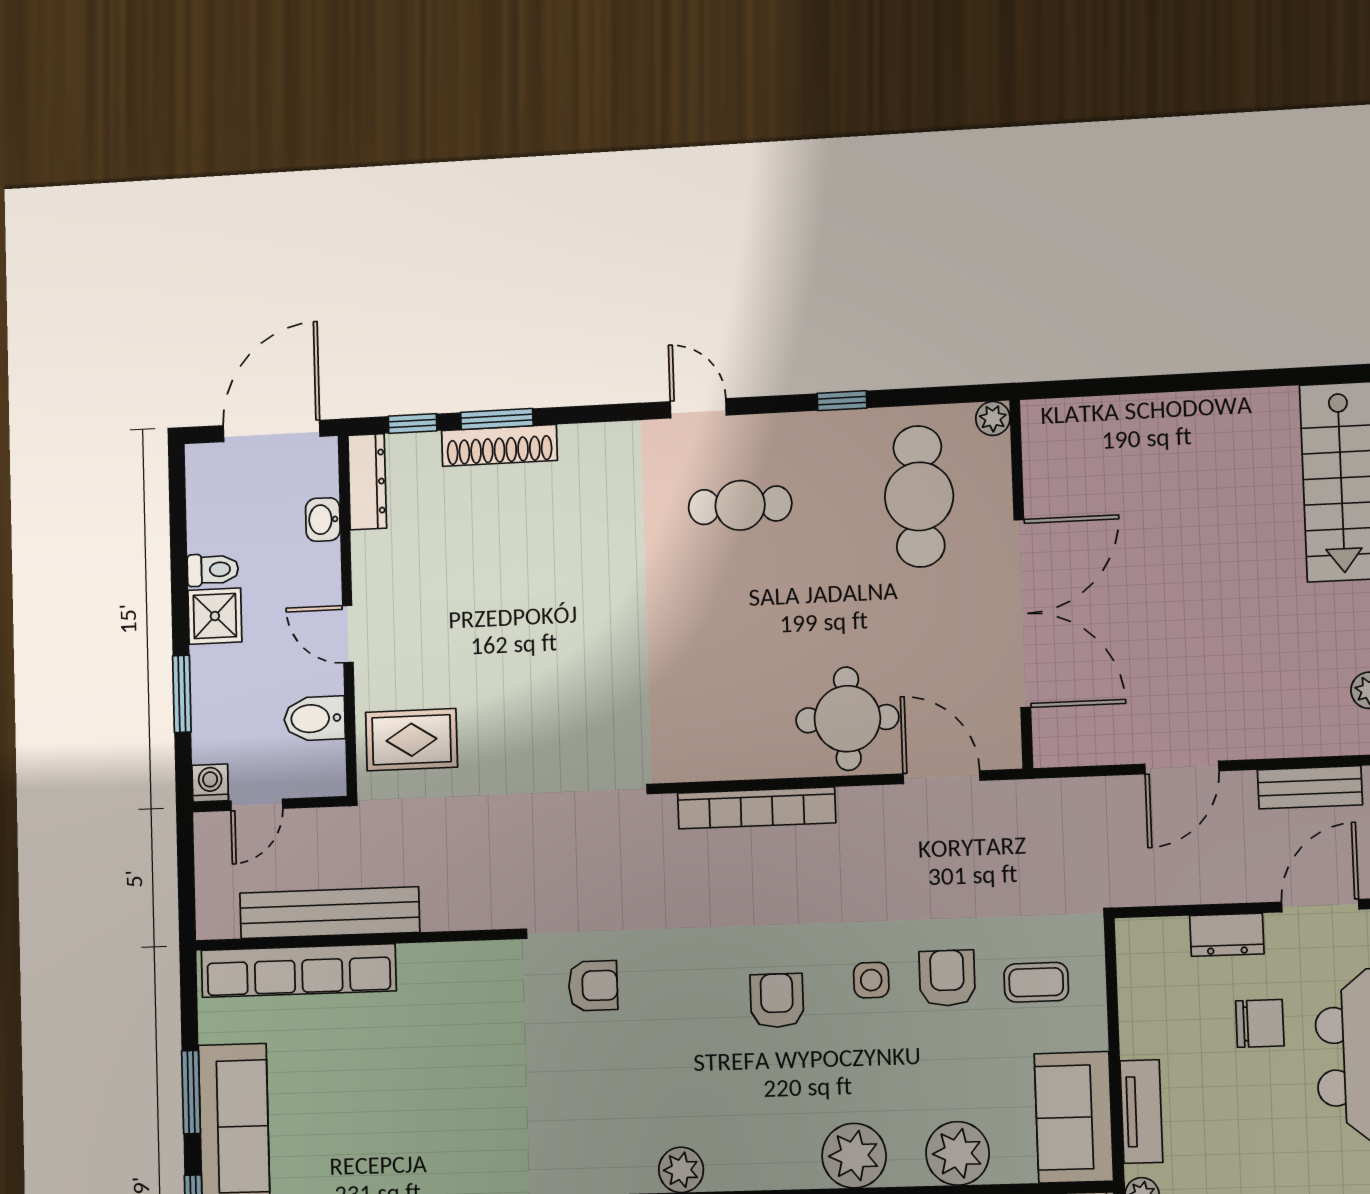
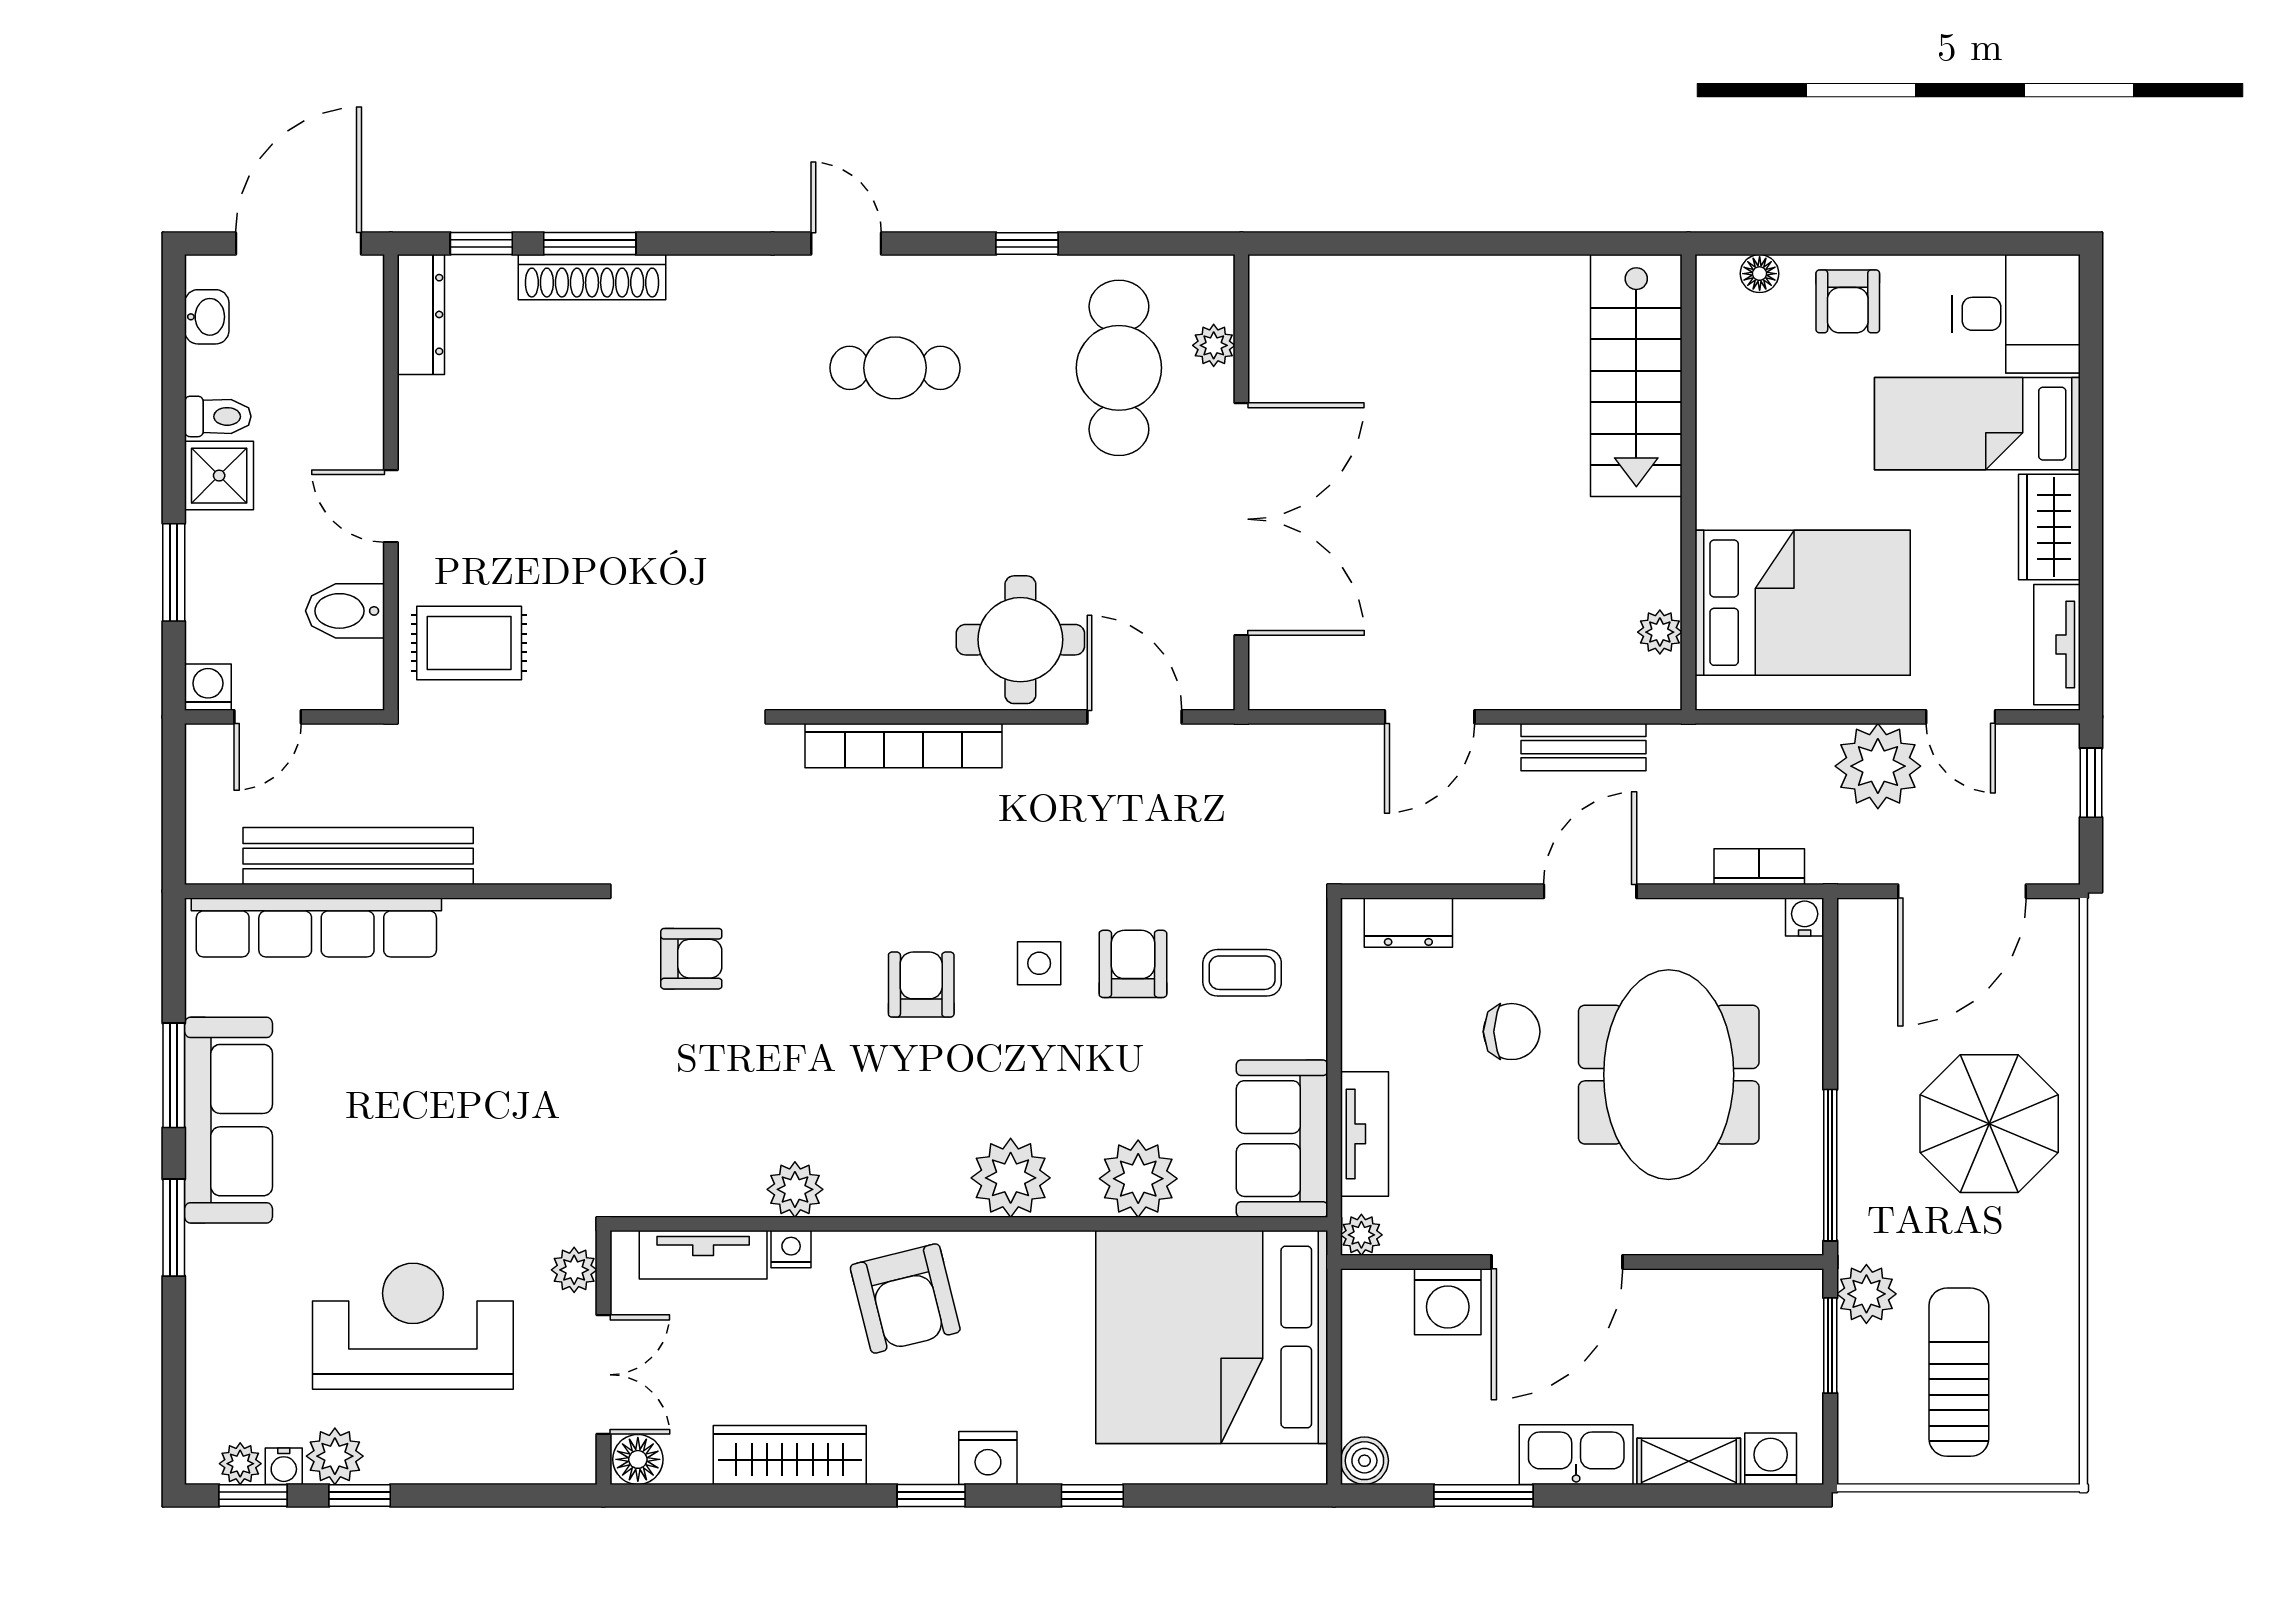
plant: (993, 418) -> (1214, 345), moved
washbasin: (323, 520) -> (207, 317), moved, turned 180
dresser: (1227, 935) -> (1408, 923), moved

